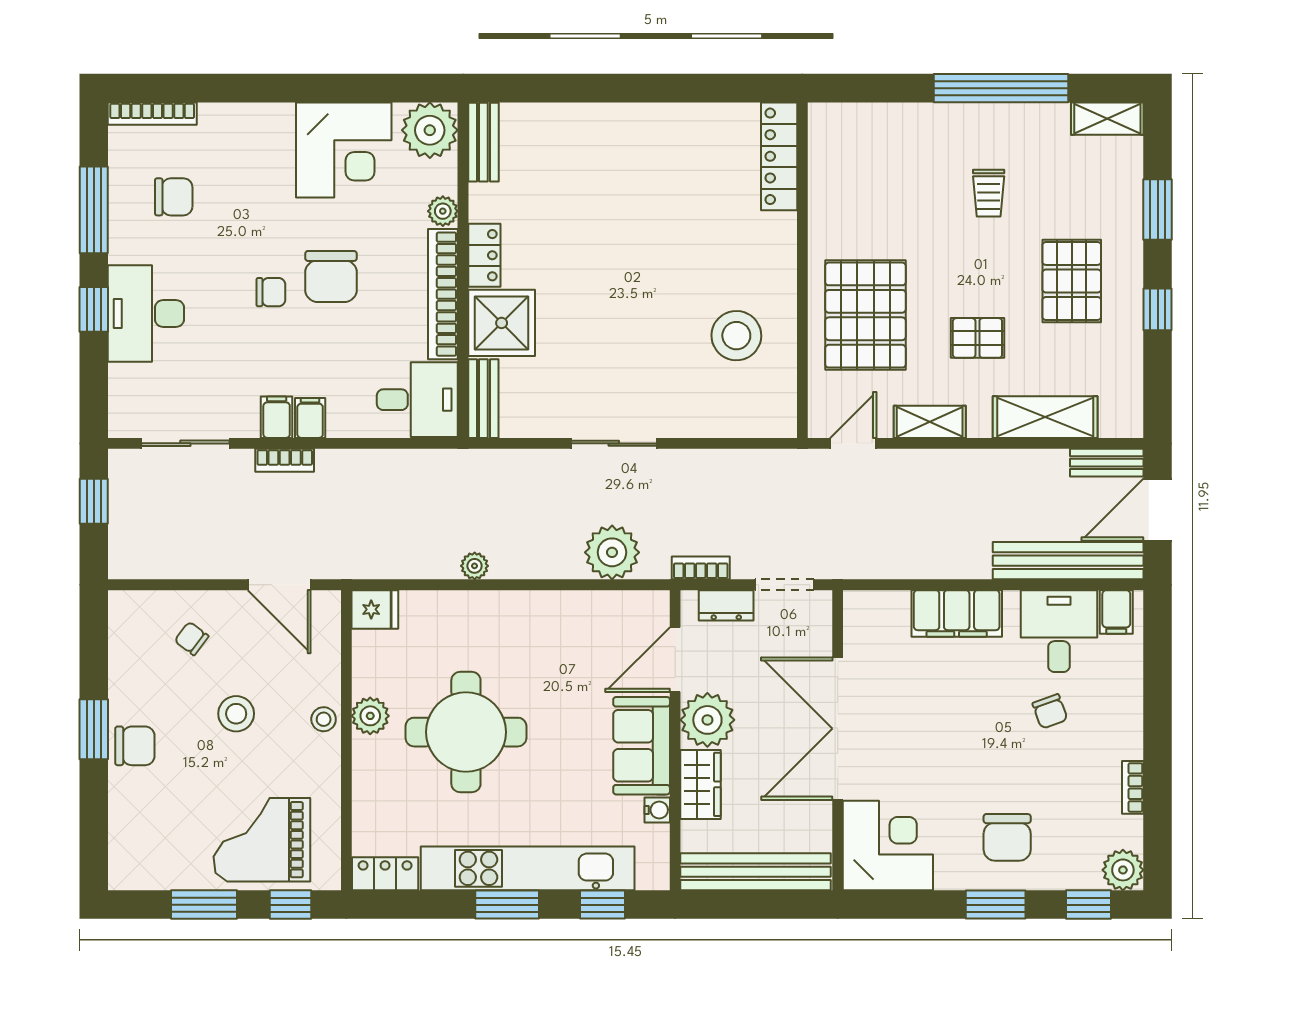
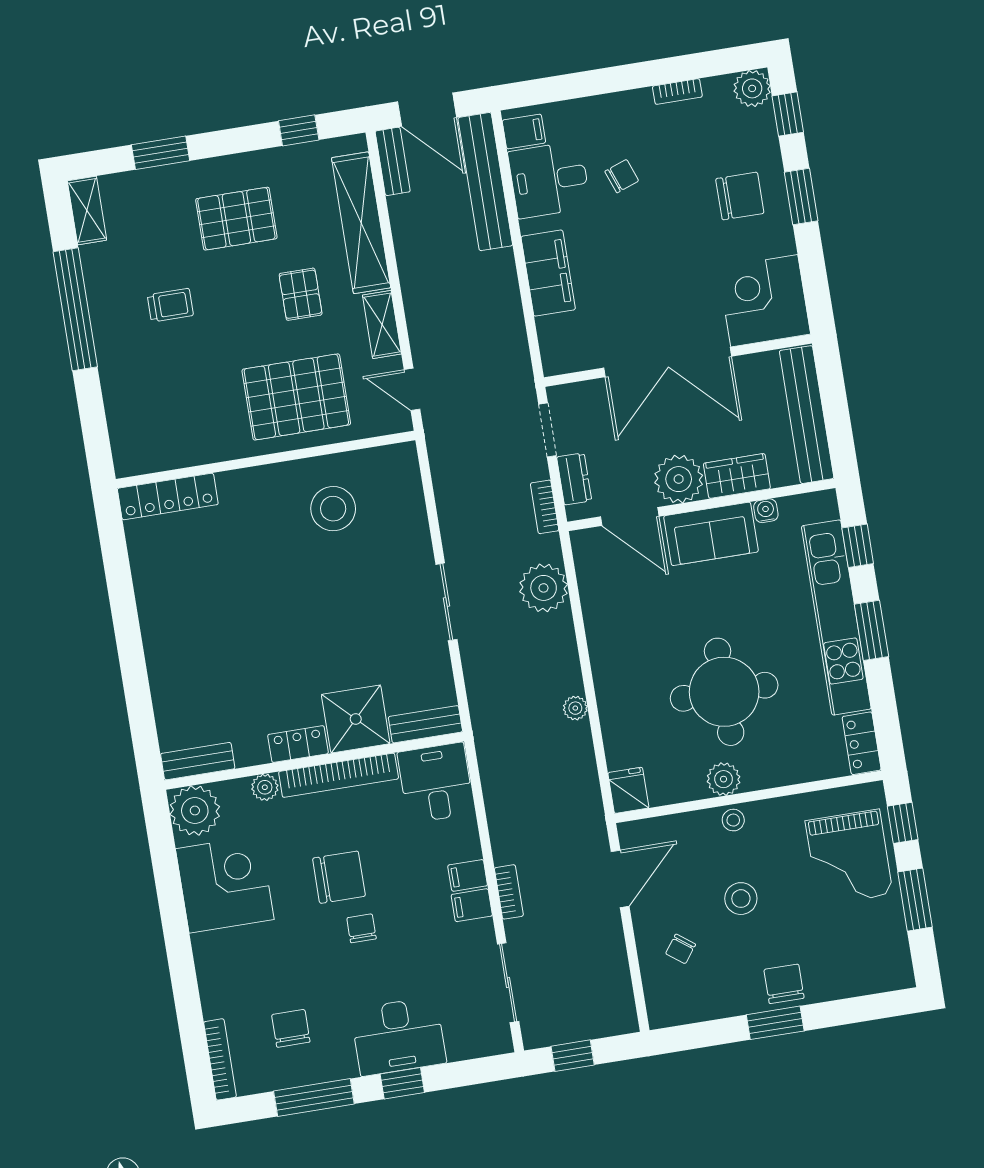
window: (1158, 309) -> (299, 130), moved
shelving: (1045, 417) -> (361, 223), width x1.47

